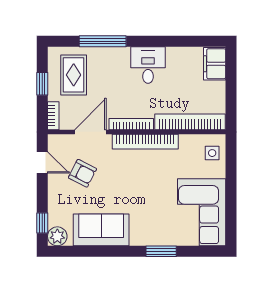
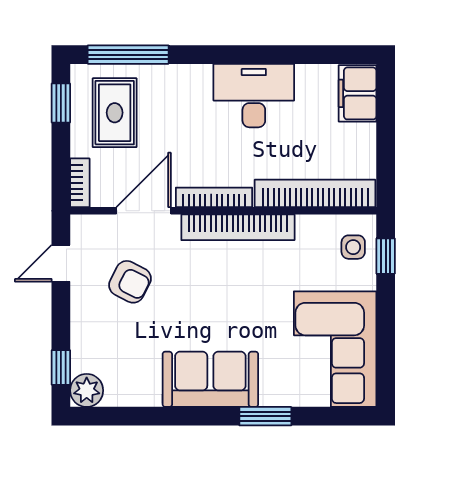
window: (103, 41) -> (128, 55), moved
desk: (148, 65) -> (254, 96), width x1.37
window: (42, 84) -> (61, 103), moved
window: (231, 158) -> (386, 256), added
door: (42, 162) -> (61, 263), swing flipped
sofa: (101, 230) -> (210, 379), moved

